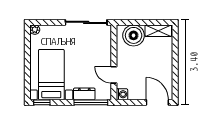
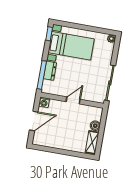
boiler: (134, 35) -> (95, 126), width x0.54, depth x0.54
door: (114, 75) -> (73, 100), moved
door: (157, 102) -> (34, 121), moved

